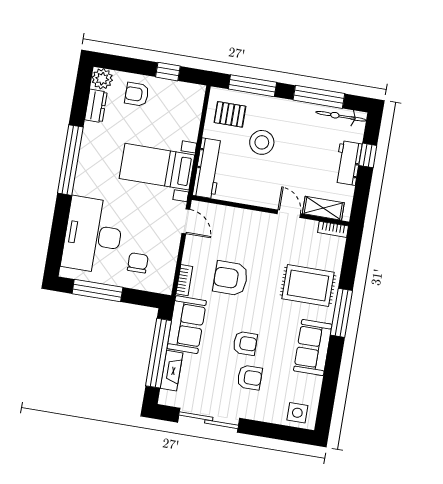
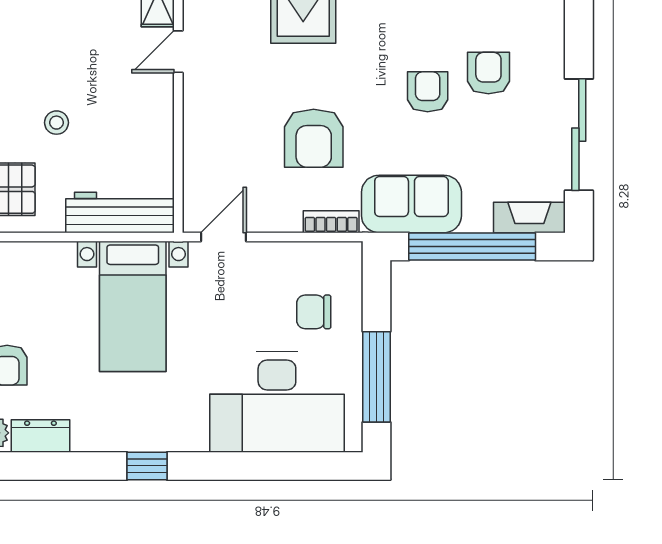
stool: (262, 142) -> (56, 123), width x0.53, depth x0.53
window: (70, 160) -> (147, 466), width x0.32
fireplace: (172, 371) -> (529, 217), moved

